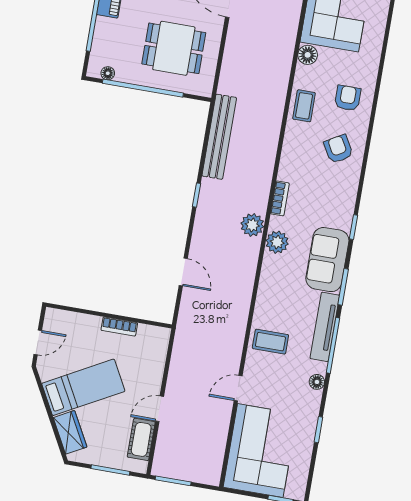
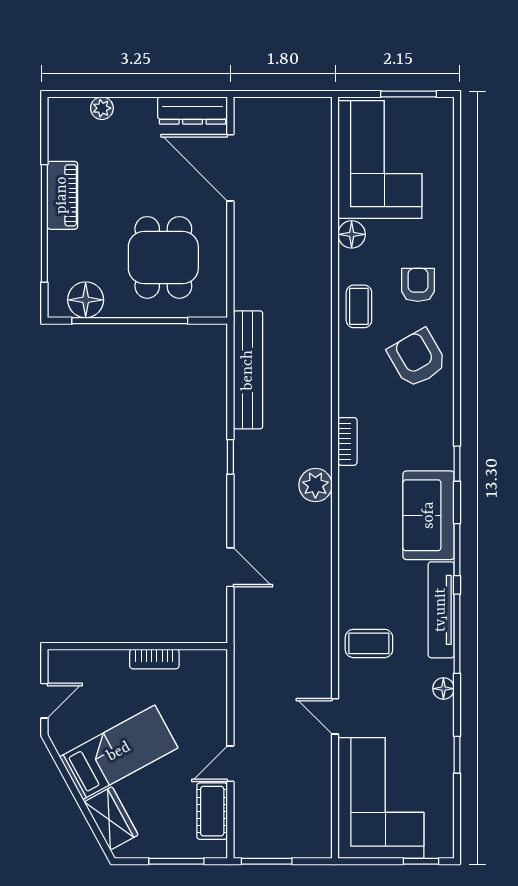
dining table: (174, 48) -> (163, 257), turned 90
floor lamp: (108, 73) -> (86, 300), width x1.89, depth x1.89
armchair: (338, 149) -> (417, 358), width x1.38, depth x1.38
plant: (277, 242) -> (354, 503), removed
door: (238, 388) -> (335, 716), hinge flipped

